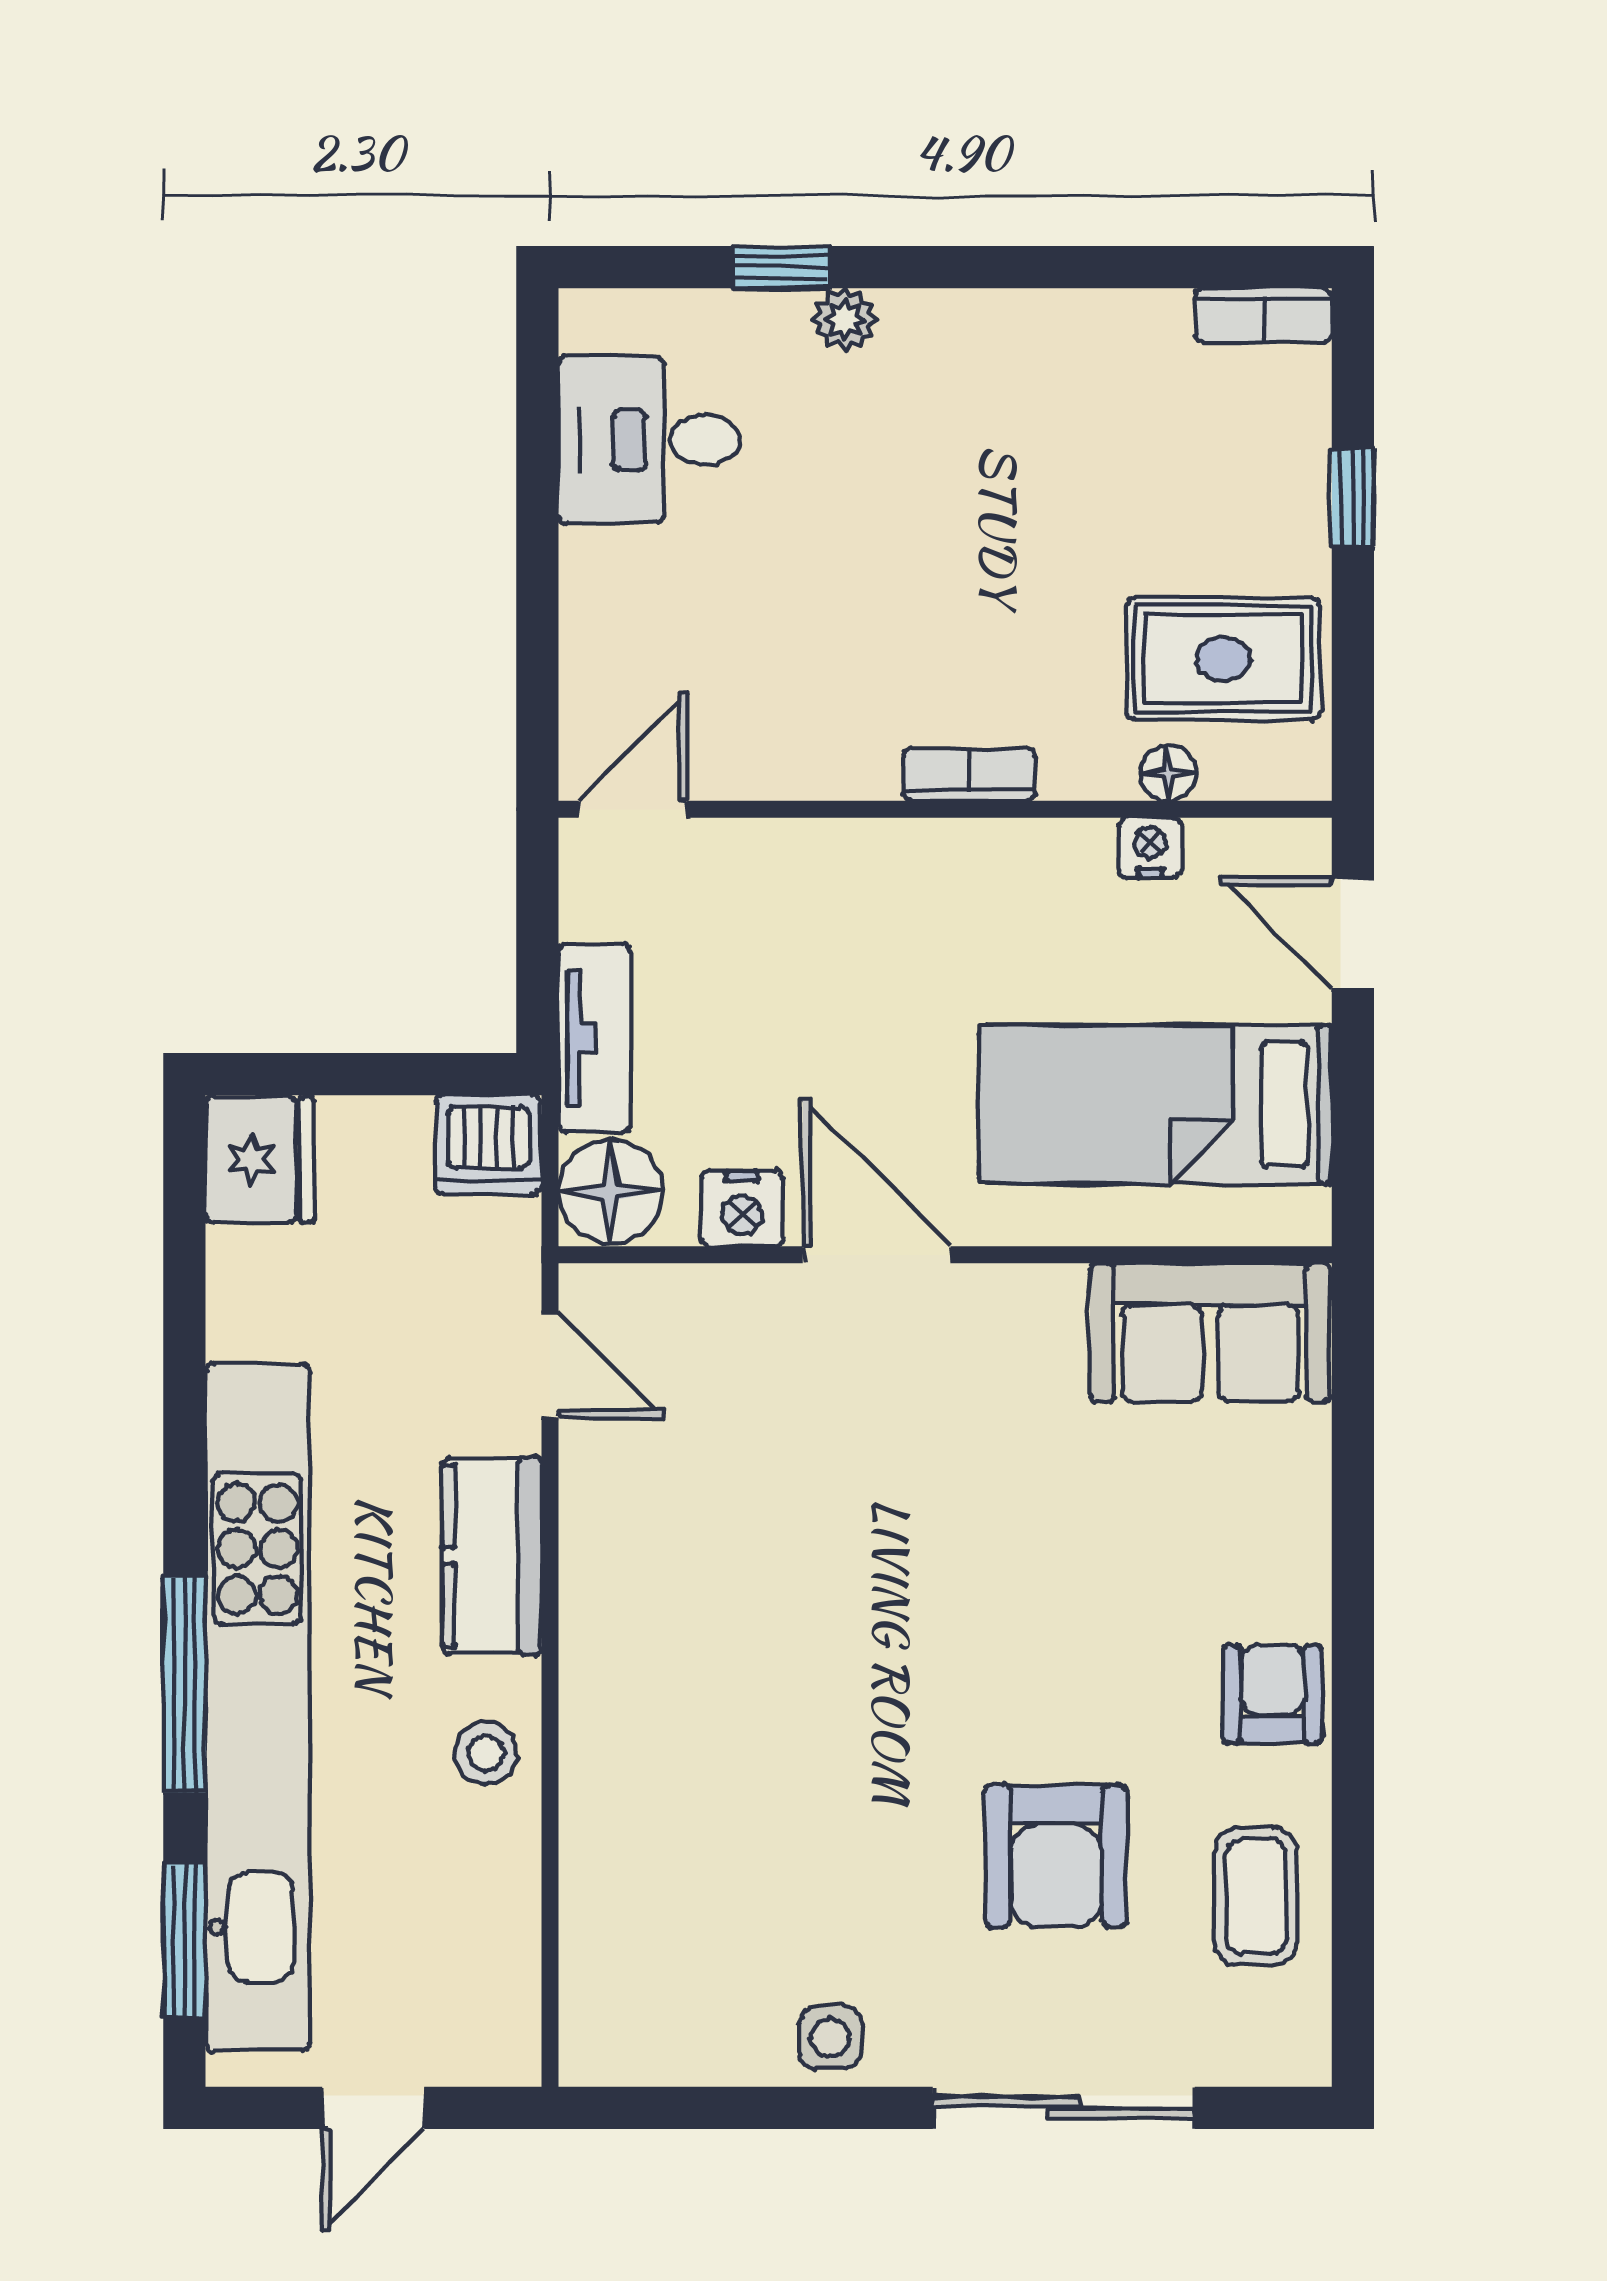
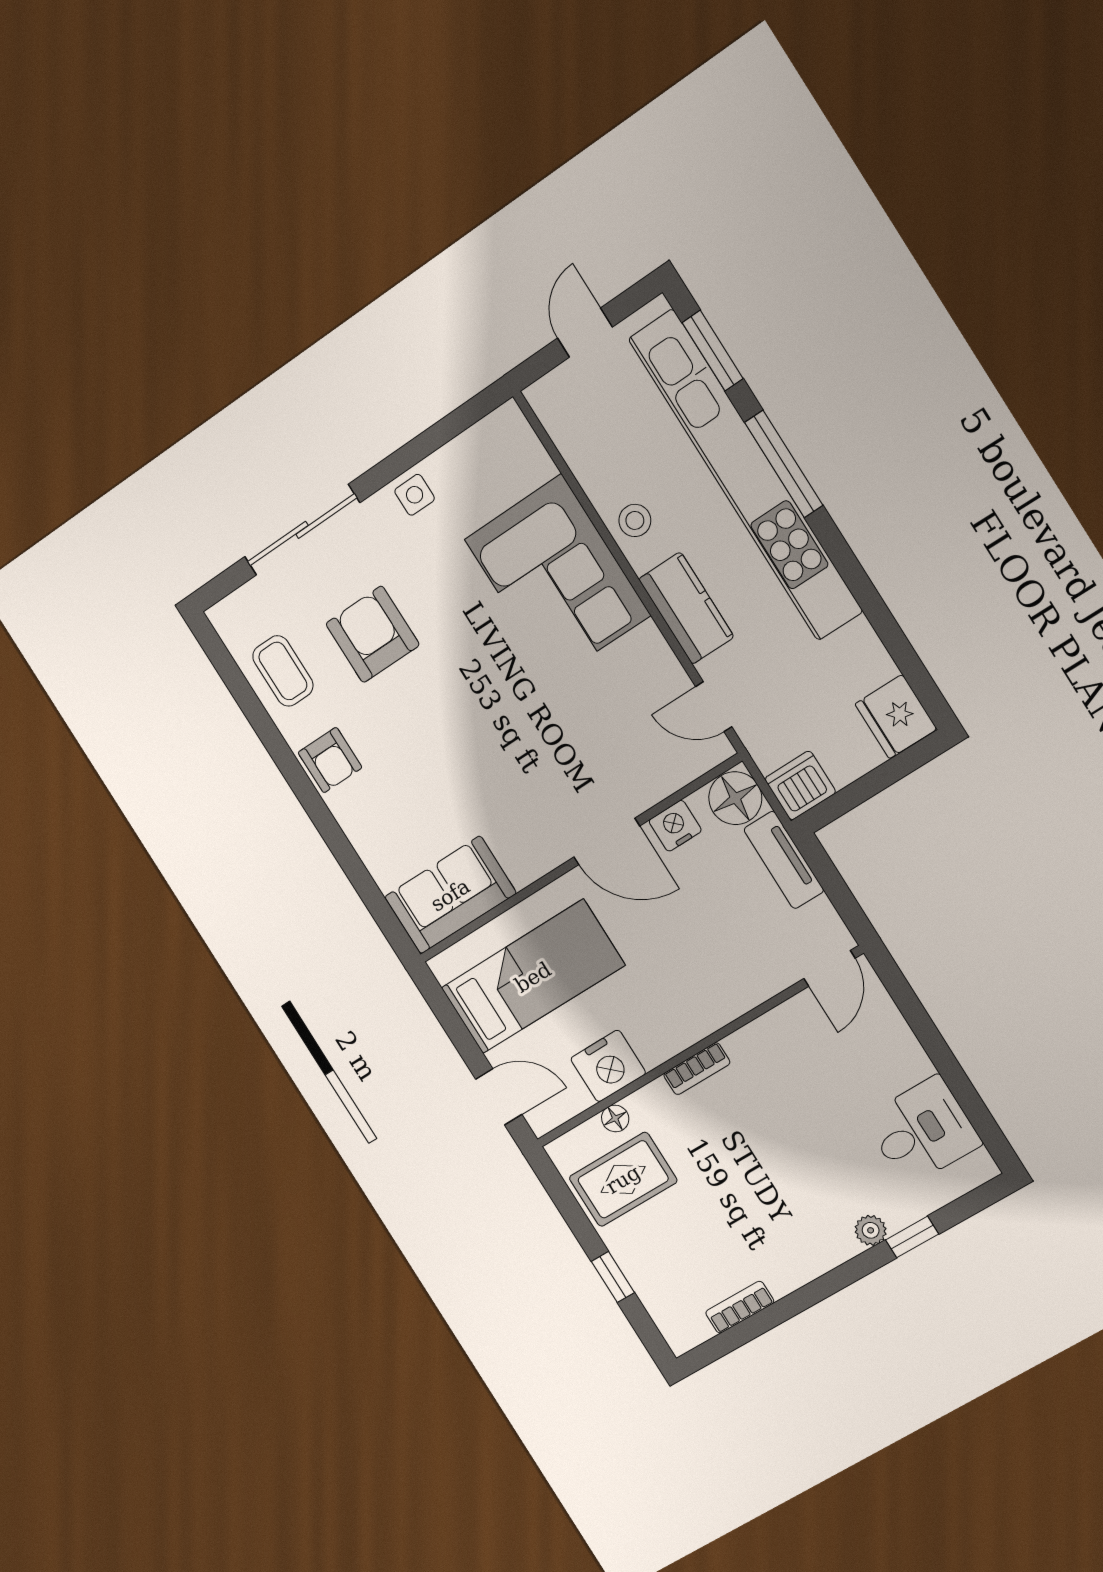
bookcase: (1263, 315) -> (740, 1307), moved
nightstand: (1150, 847) -> (608, 1066), width x1.89, depth x1.79
corner sofa: (676, 1745) -> (557, 577), added

